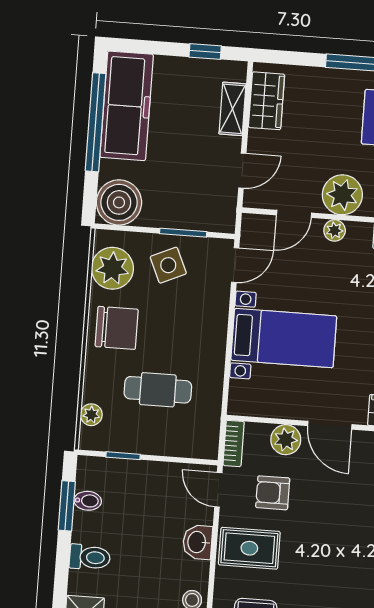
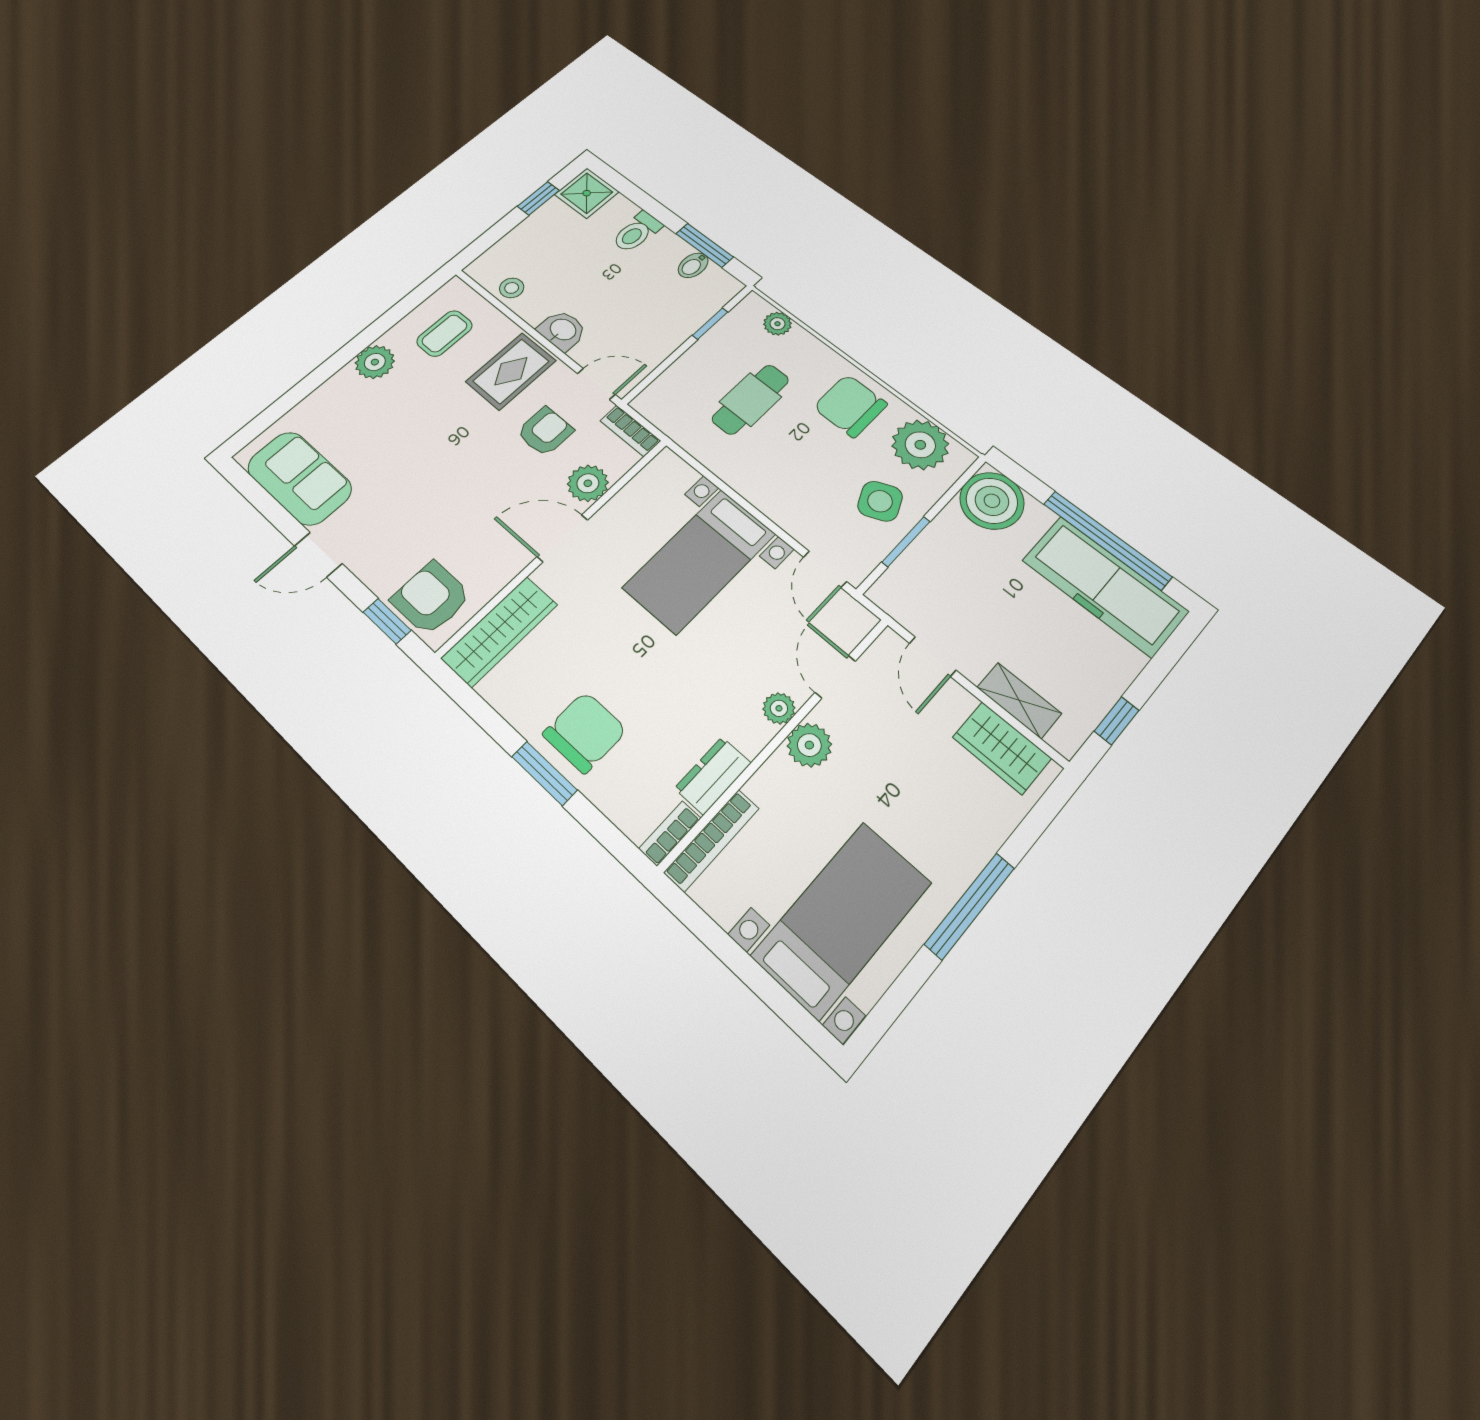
plant: (342, 195) -> (809, 745), width x0.73, depth x0.73
chair: (117, 328) -> (850, 406), turned 90

